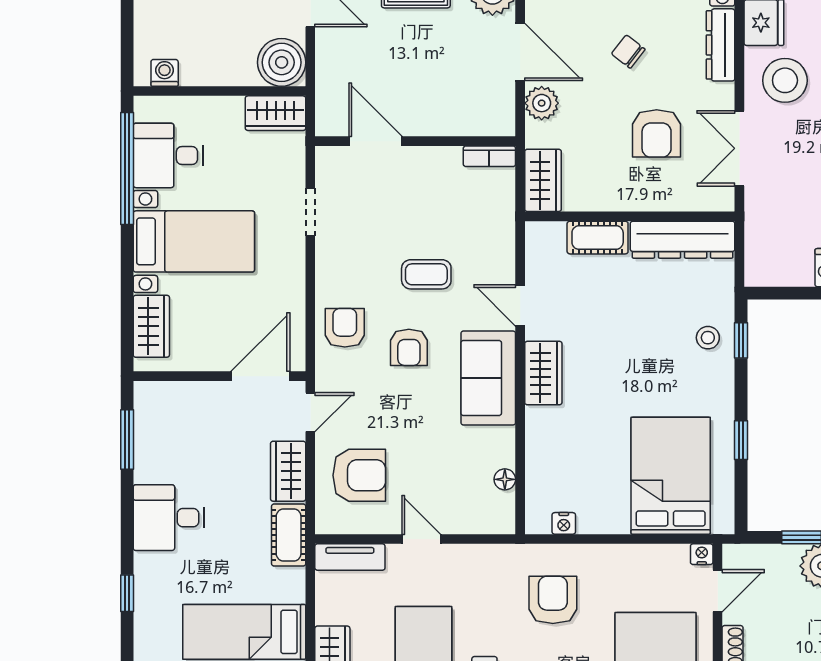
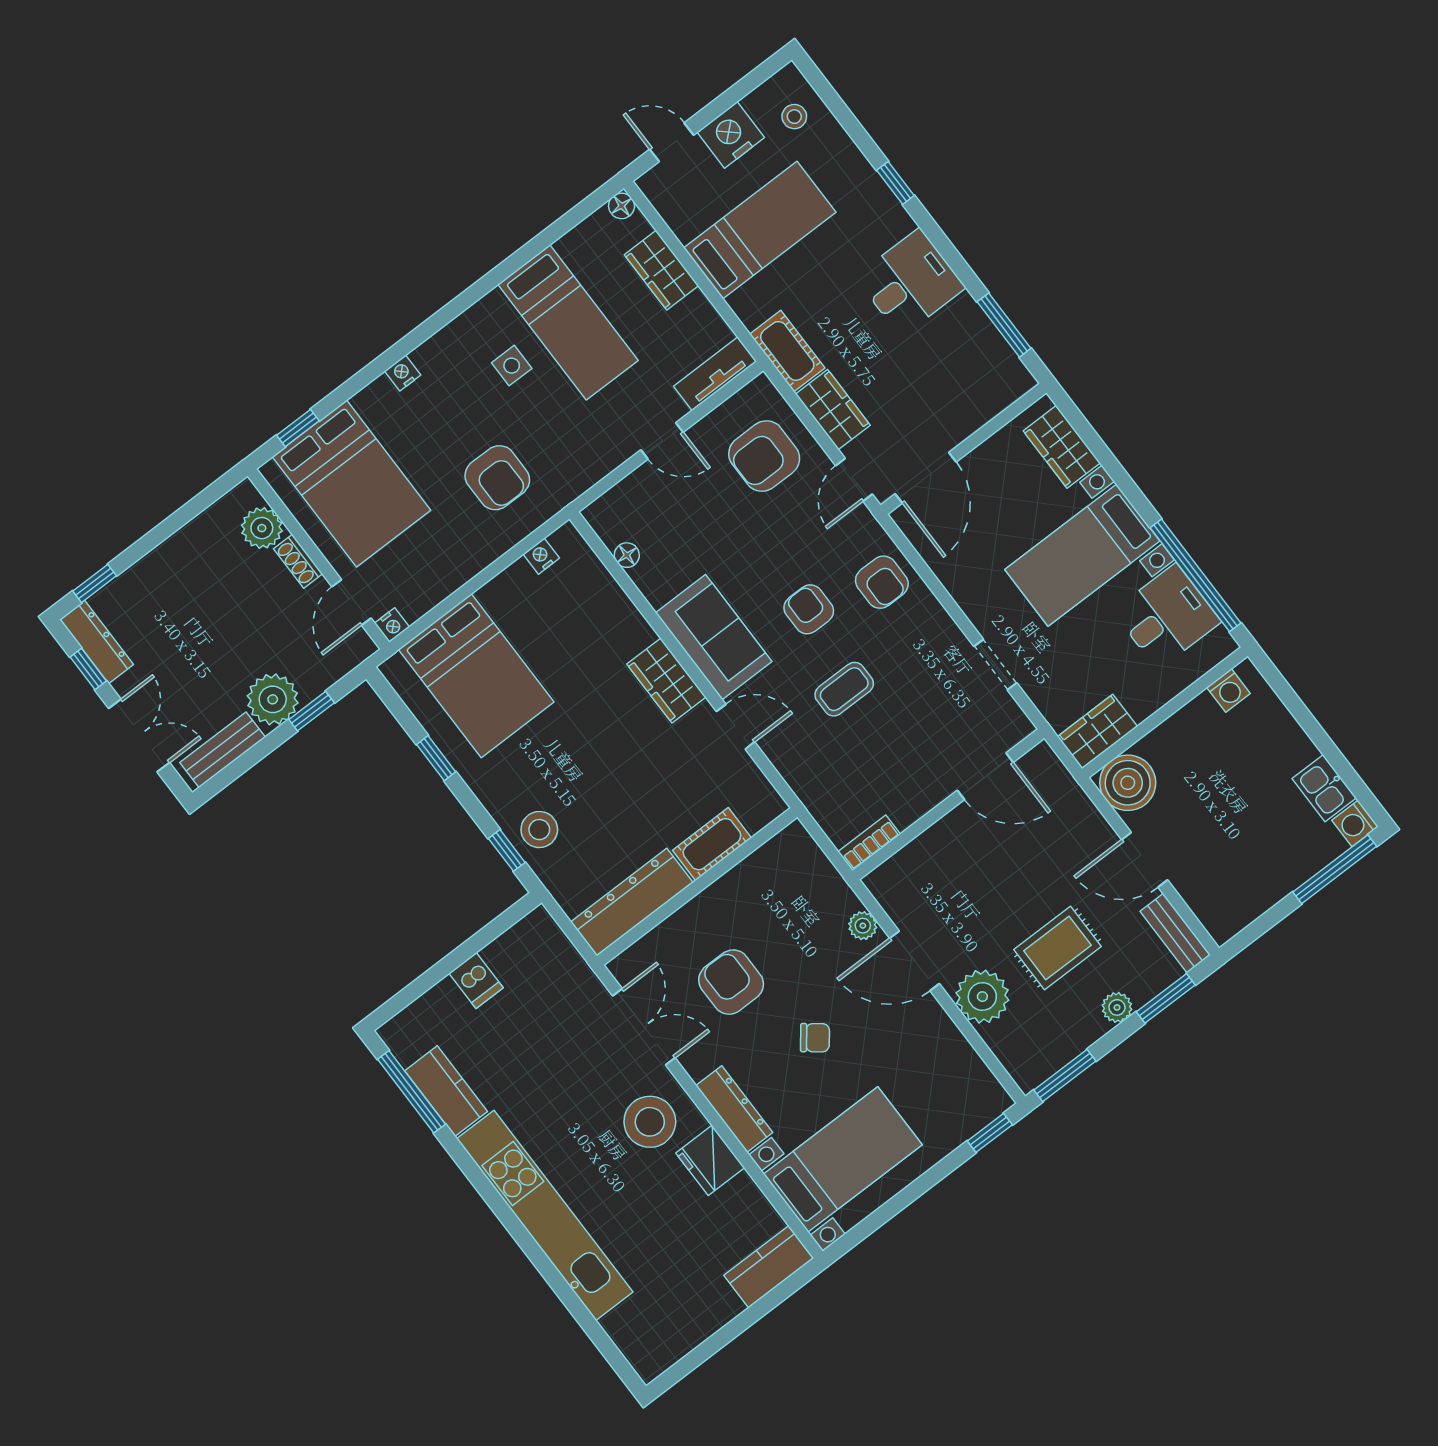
plant: (542, 103) -> (863, 926), width x0.73, depth x0.73
wardrobe: (543, 180) -> (803, 858), removed
stool: (708, 338) -> (539, 830), width x1.37, depth x1.37

